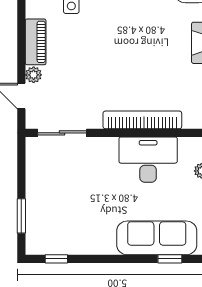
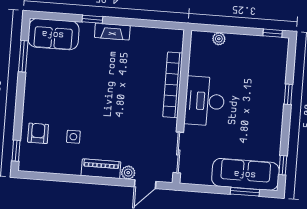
desk: (148, 160) -> (205, 101), moved
sofa: (157, 238) -> (245, 174), moved, turned 90
window: (170, 259) -> (288, 94), moved

